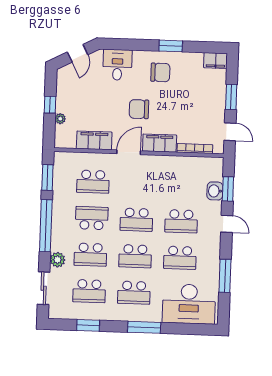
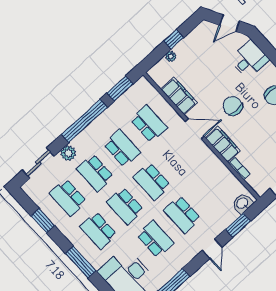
bookcase: (195, 148) -> (239, 169), width x0.64
school desk: (93, 182) -> (149, 124), turned 180
washbasin: (215, 191) -> (242, 203), moved
school desk: (180, 258) -> (155, 239), turned 180

